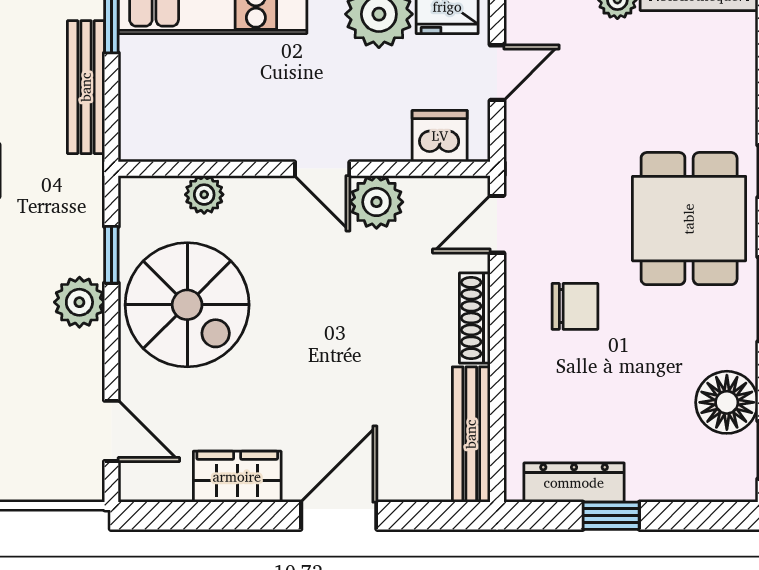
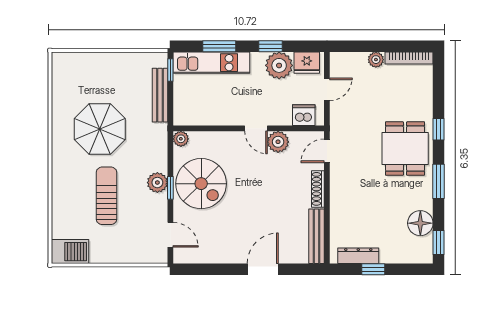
plant: (204, 195) -> (181, 139), moved
window: (111, 255) -> (170, 188), moved
chair: (575, 306) -> (359, 184), removed
wardrobe: (237, 477) -> (221, 253), removed

